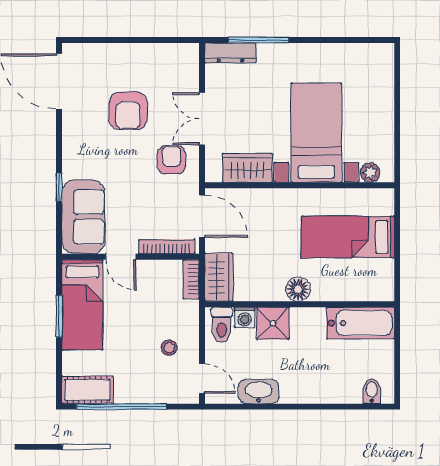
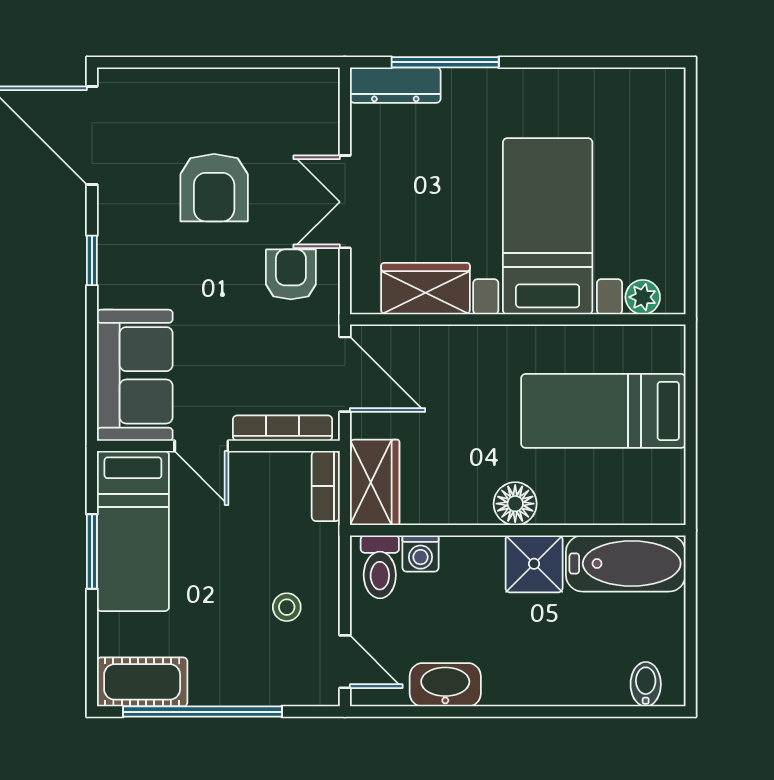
window: (59, 187) -> (92, 260), moved
shower: (273, 323) -> (534, 564), moved

